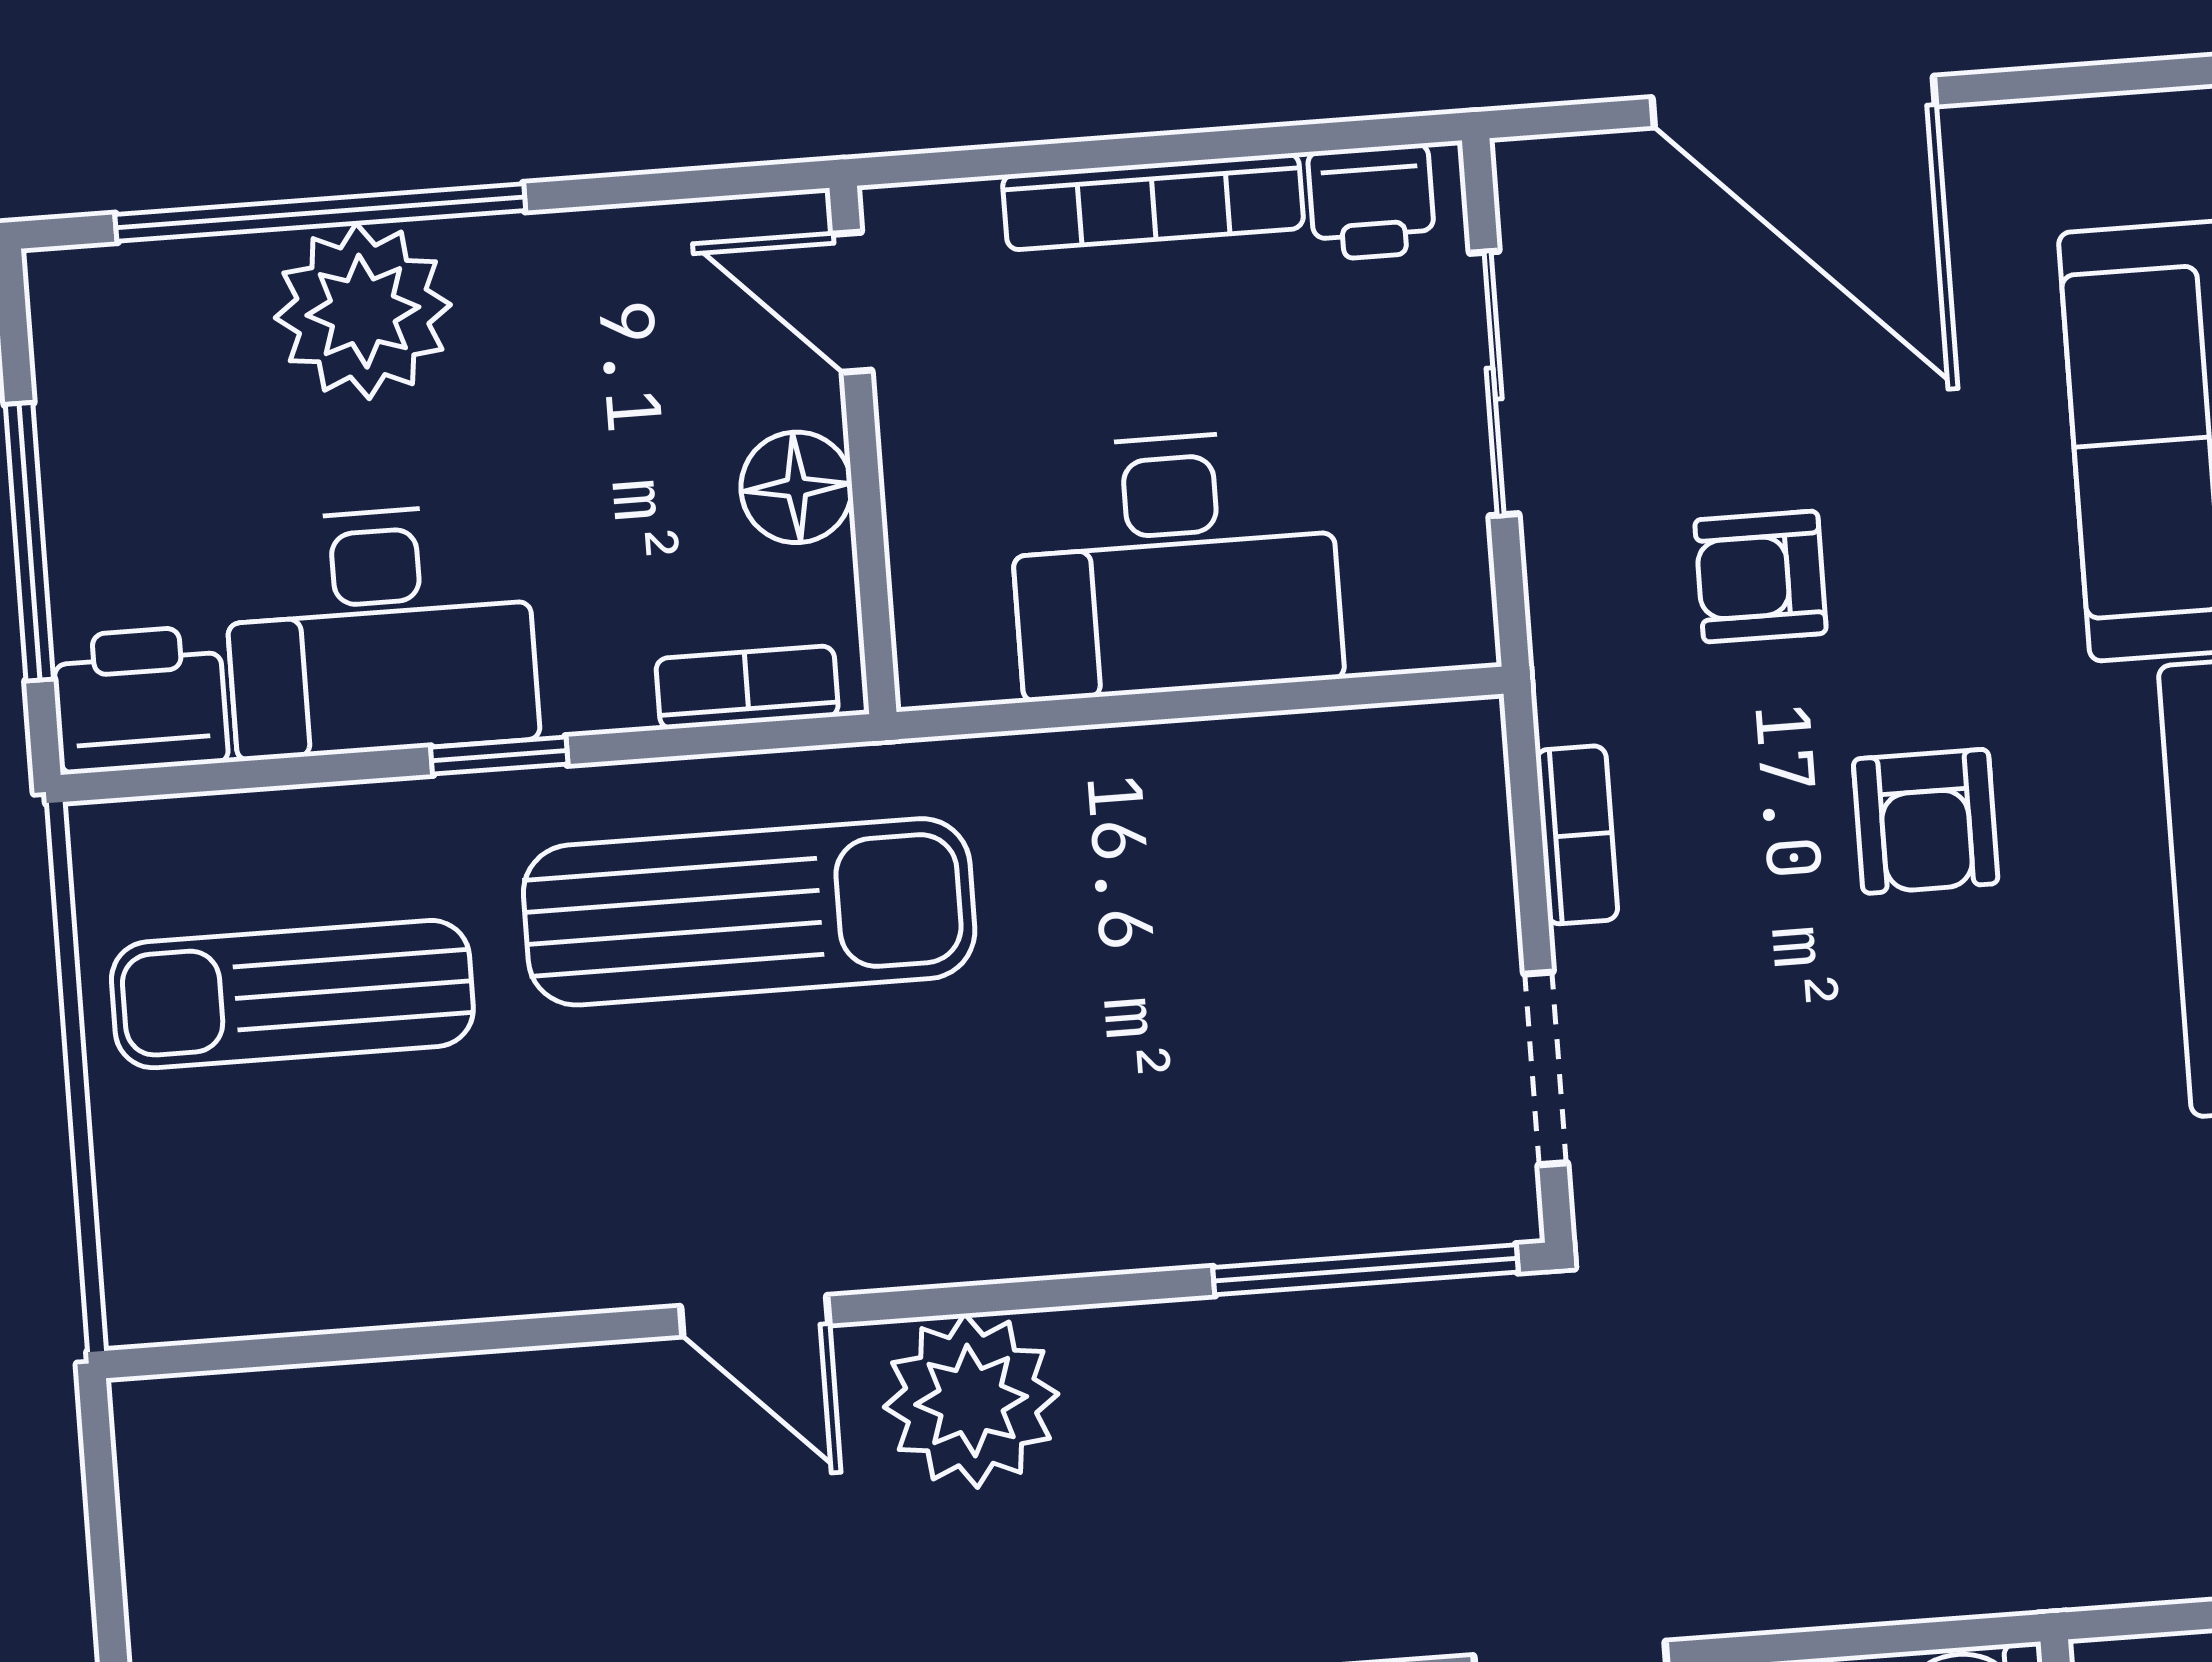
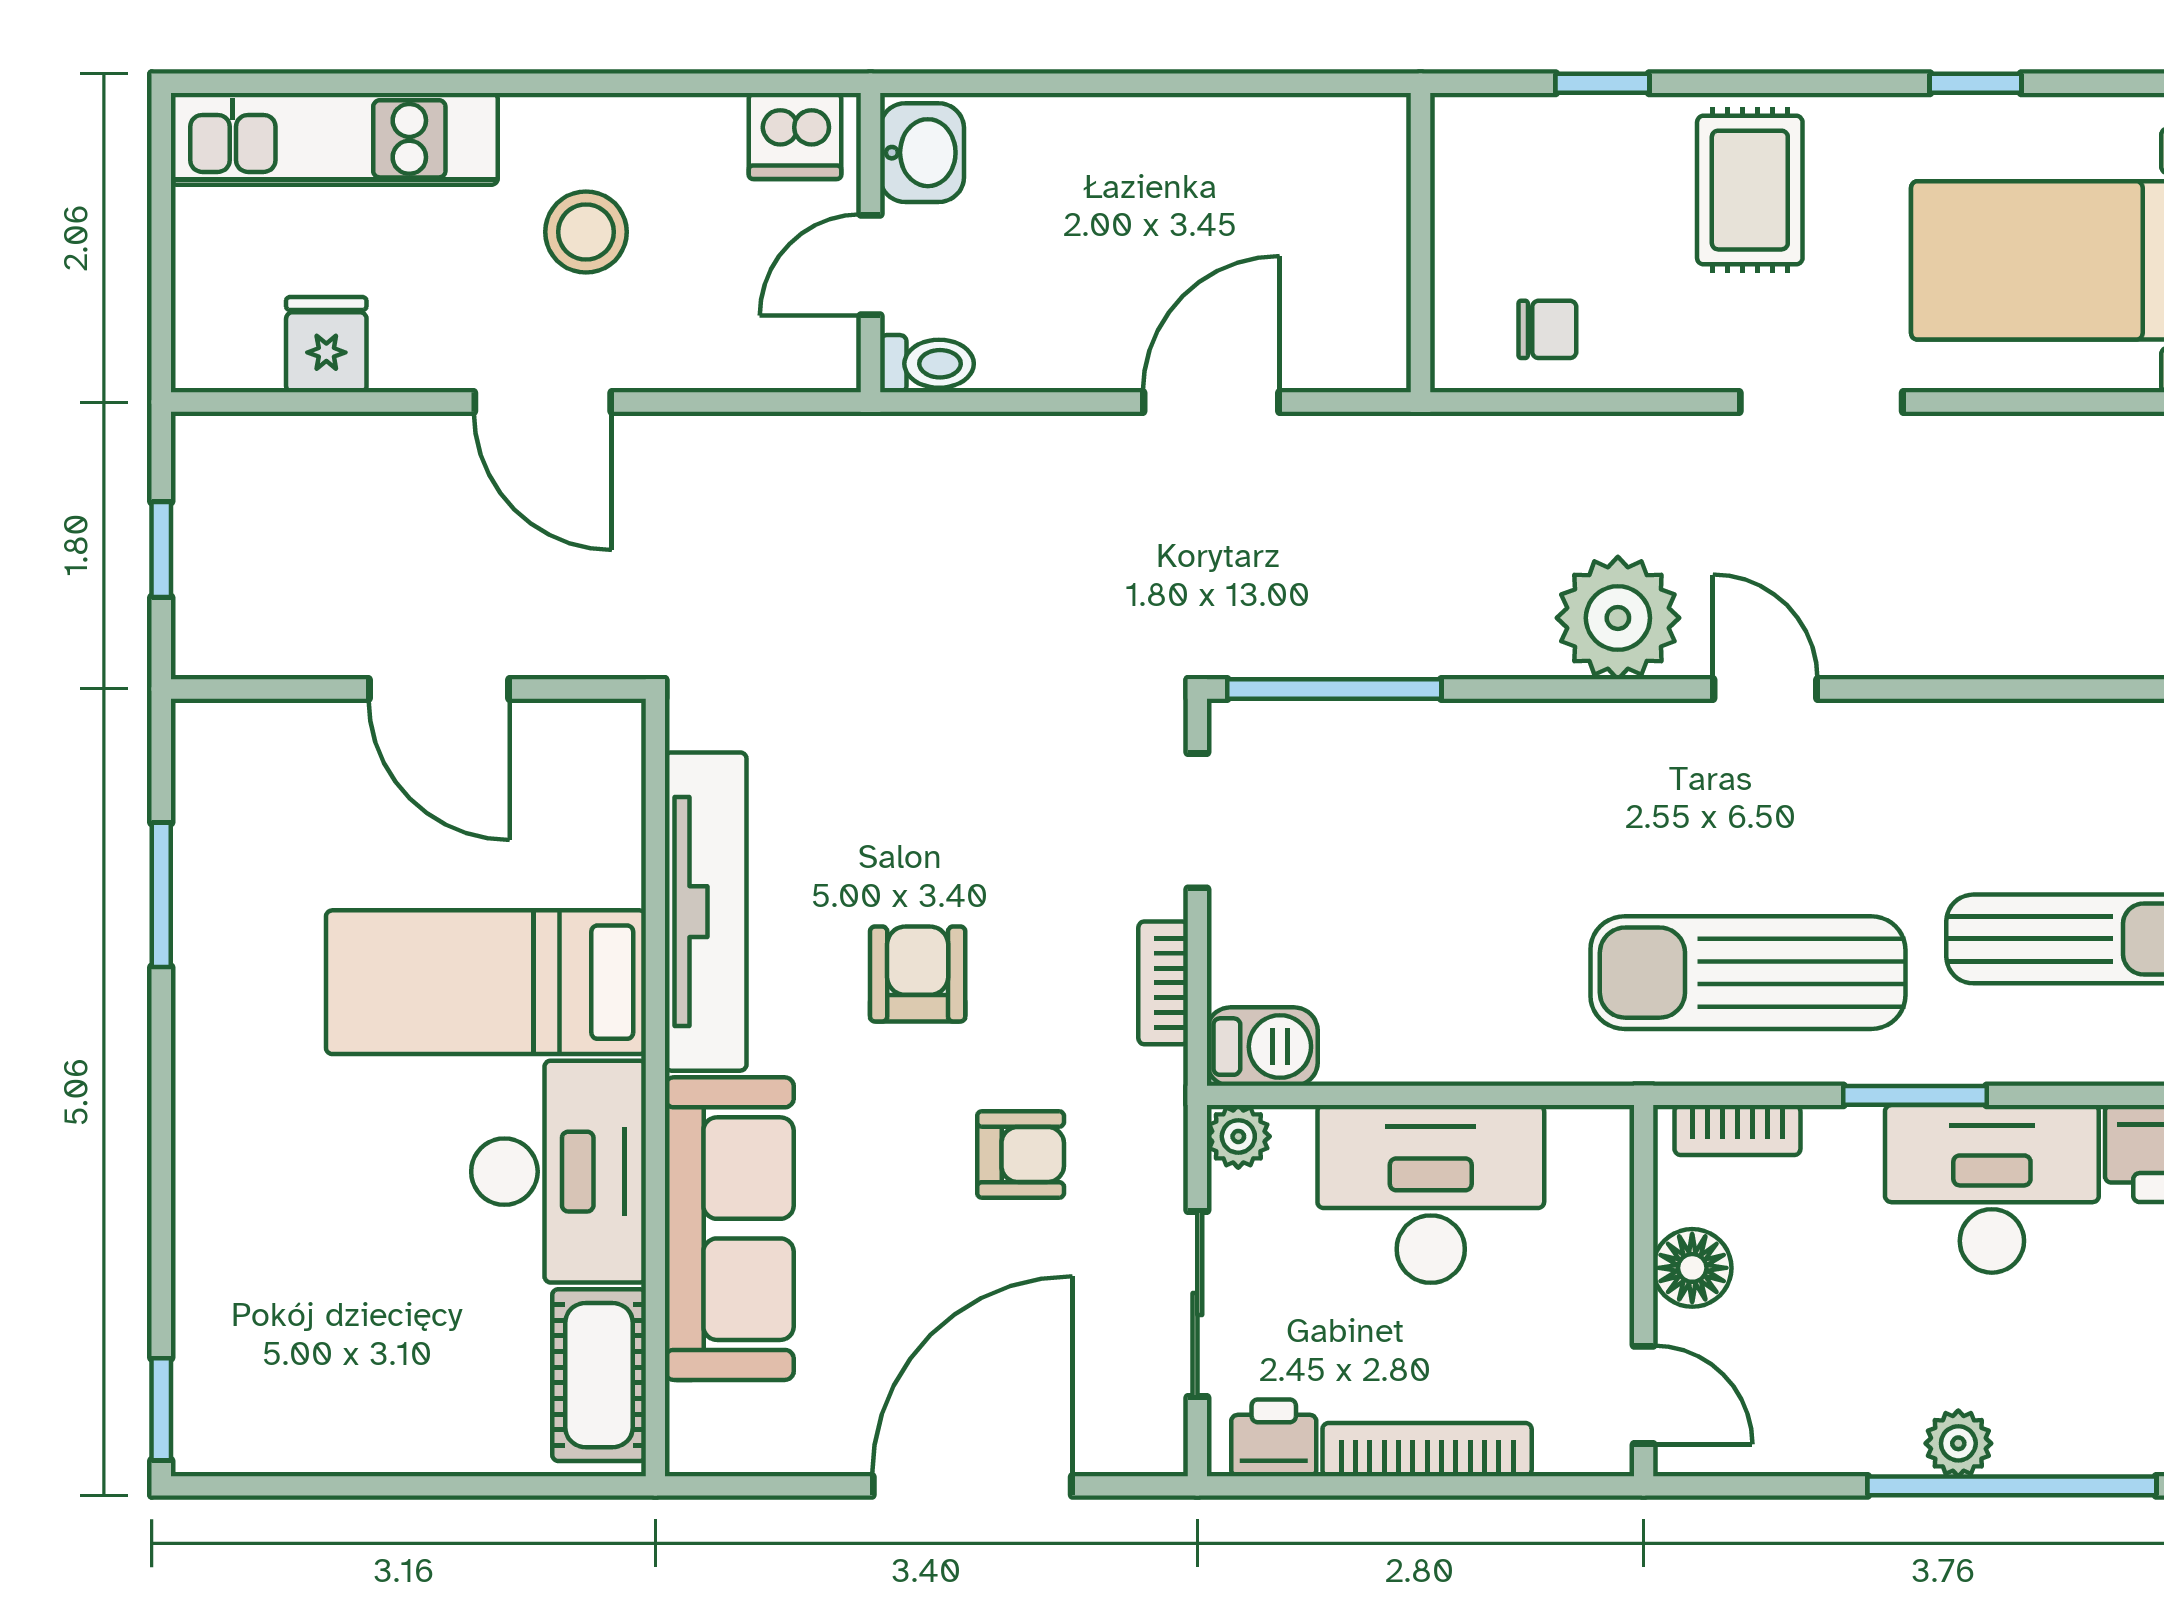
door: (1794, 102) -> (972, 1486), hinge flipped
plant: (363, 311) -> (1958, 1443), width x0.53, depth x0.53
plant: (1454, 625) -> (1238, 1136), added
barbecue: (1430, 755) -> (1262, 1047), added
window: (499, 756) -> (1915, 1095), width x1.50

